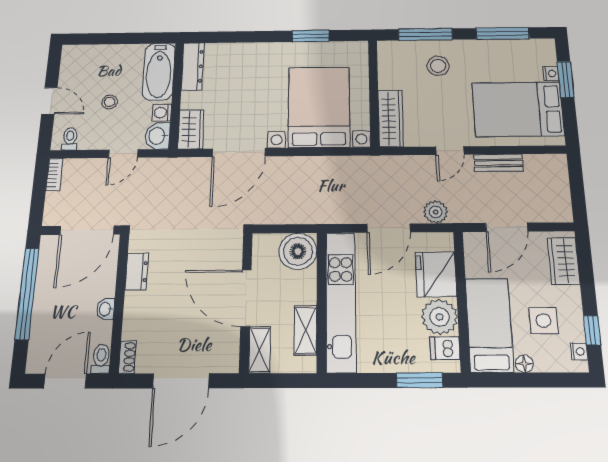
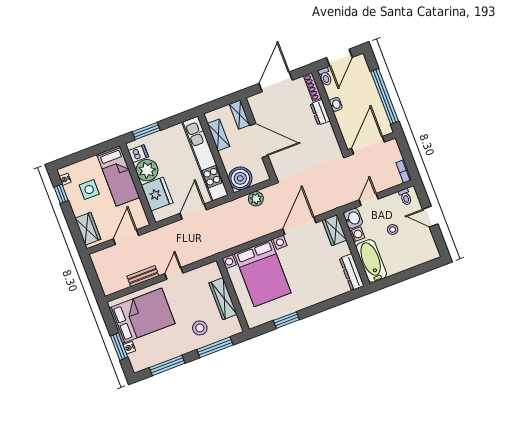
wardrobe: (391, 118) -> (223, 299), moved
plant: (436, 212) -> (256, 199), moved
dresser: (137, 272) -> (320, 112), moved
shoe rack: (127, 357) -> (312, 87), width x1.43
floor lamp: (524, 364) -> (93, 161), removed

